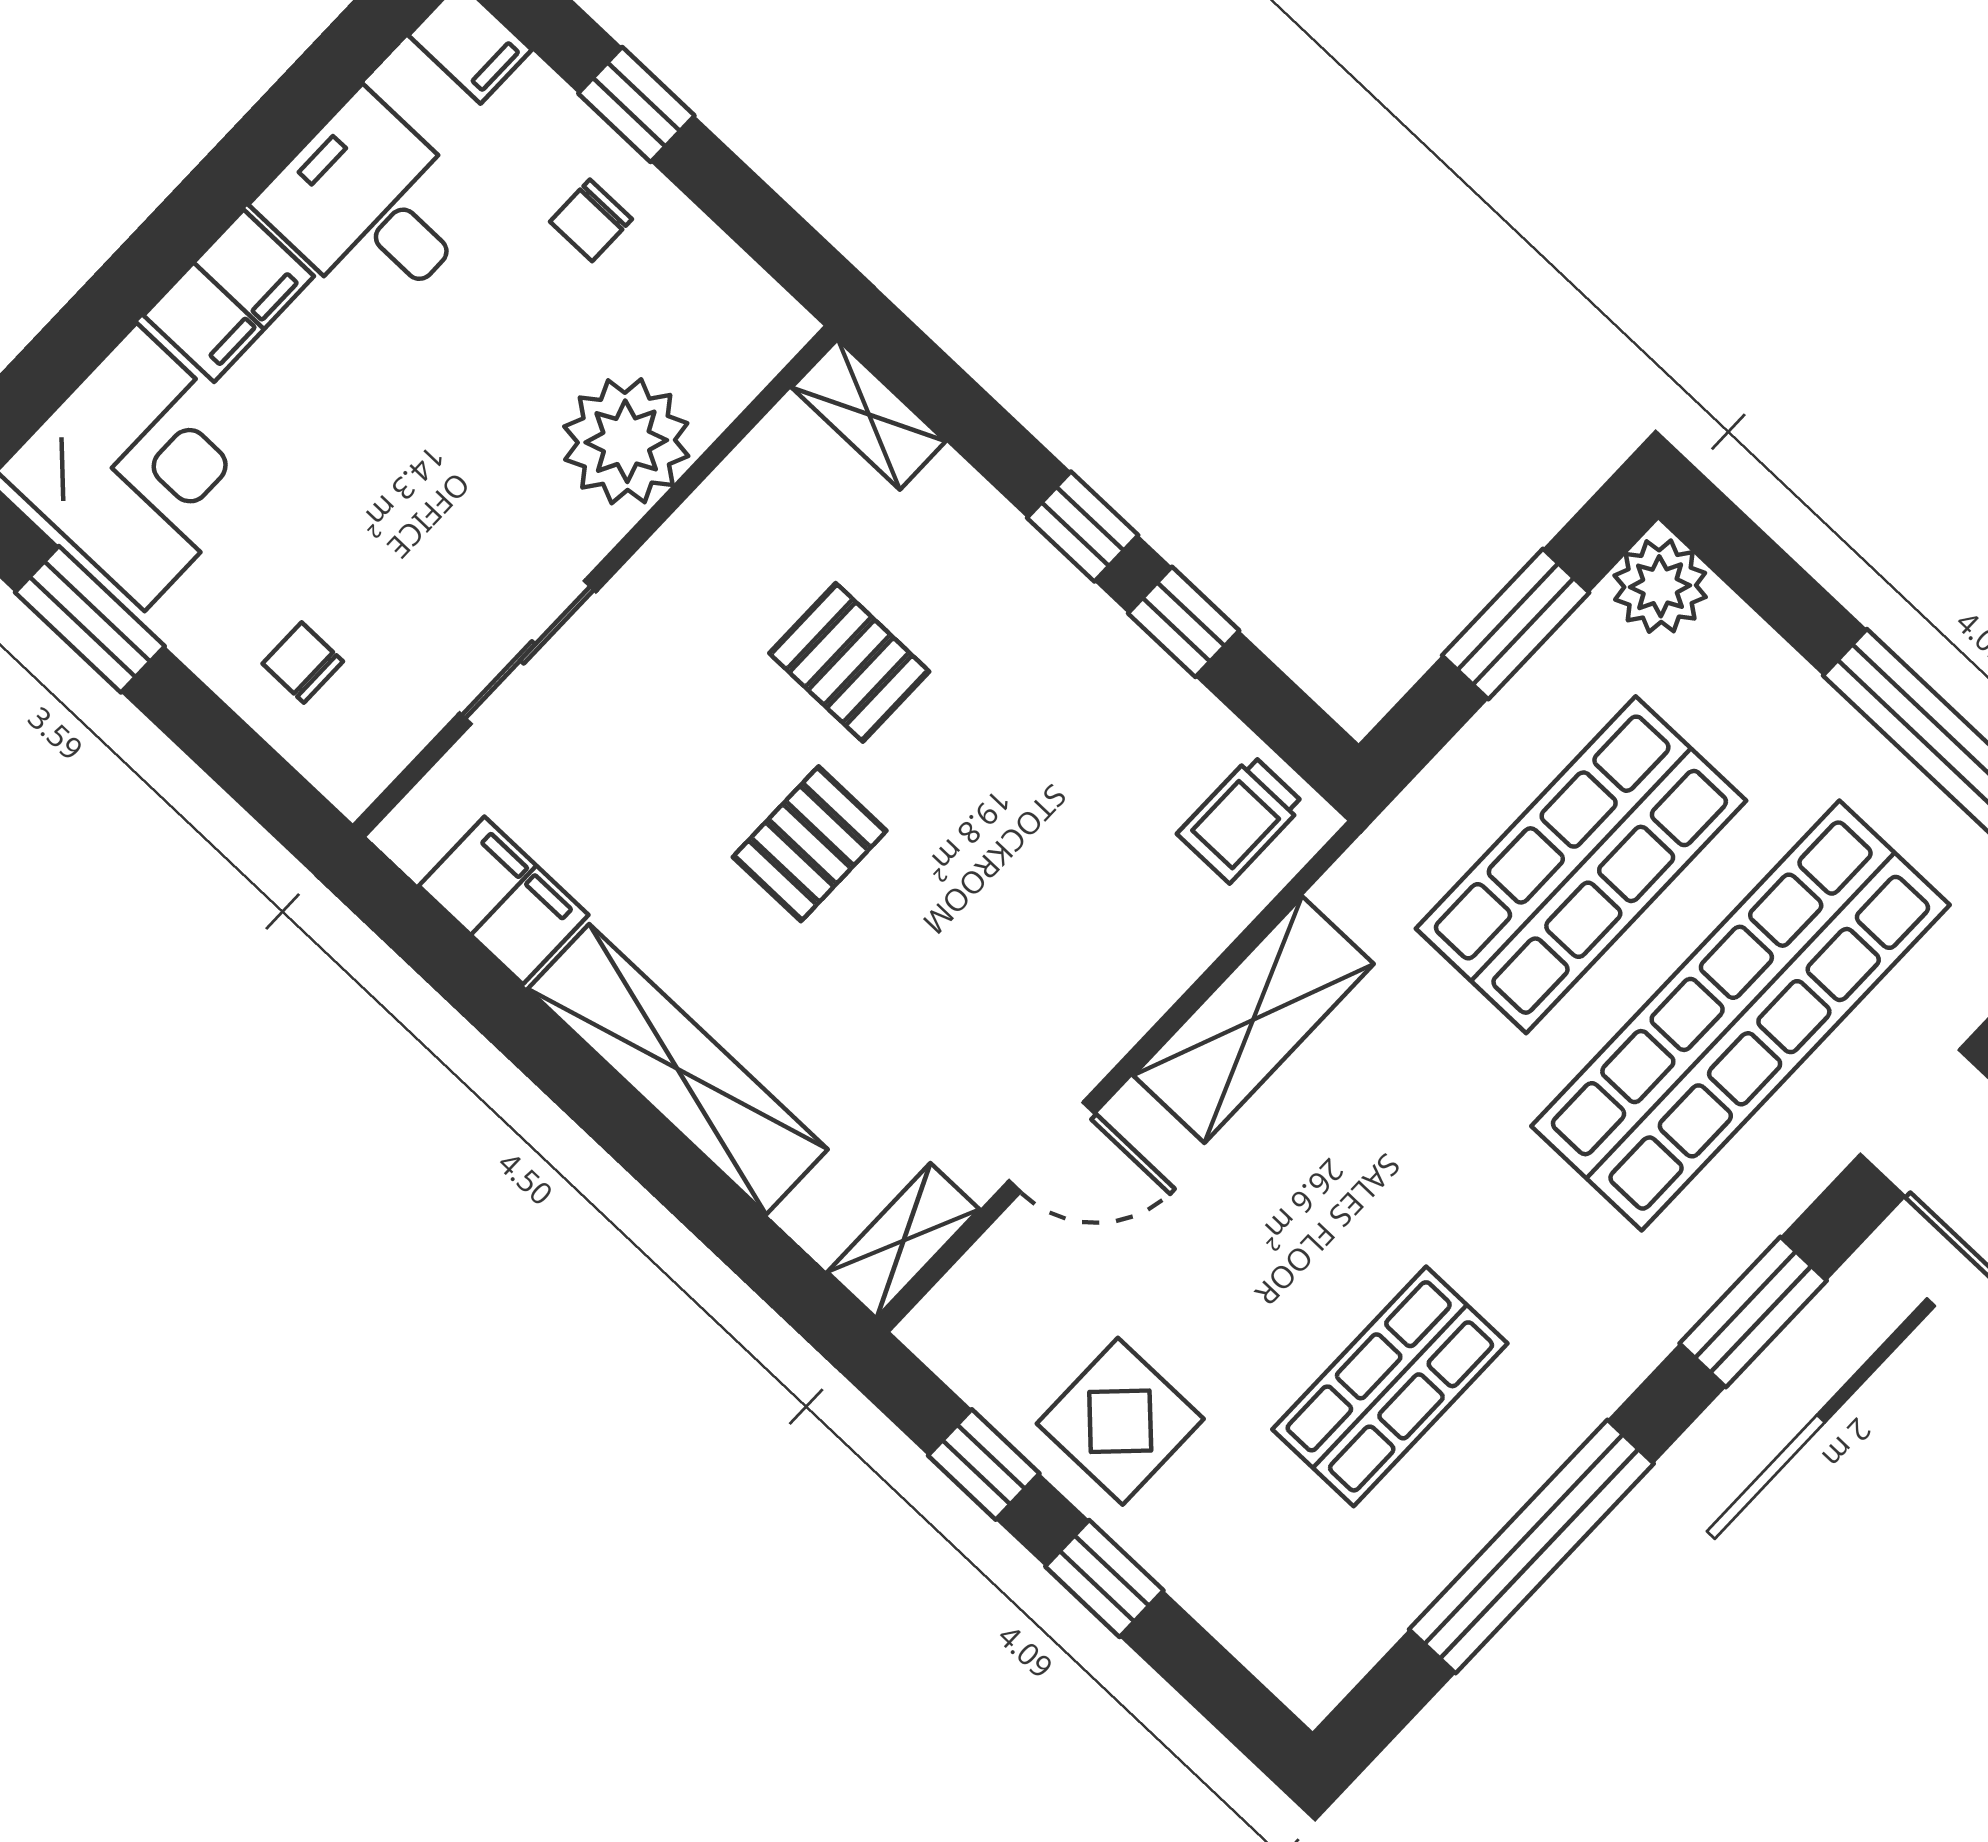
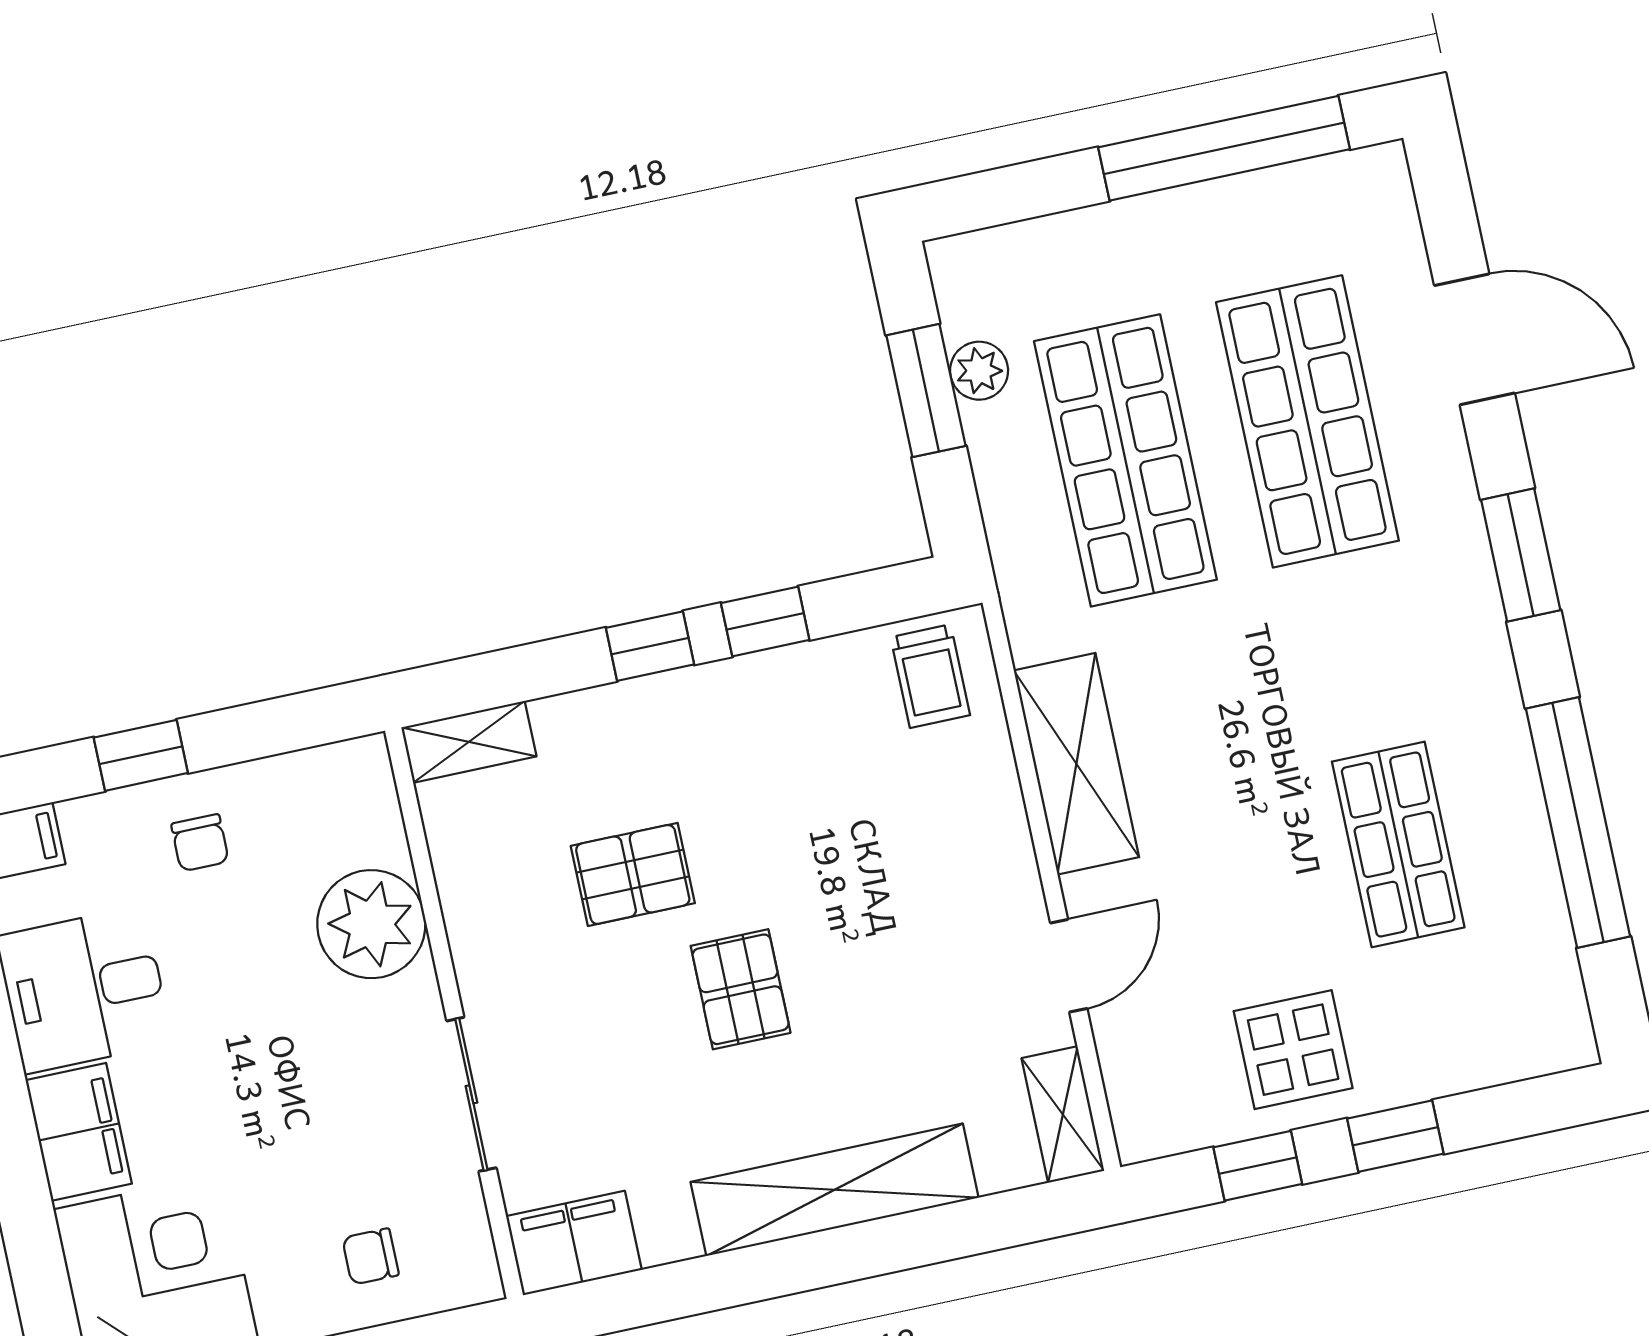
plant: (1660, 586) -> (979, 371), moved, width x0.73, depth x0.73
filing cabinet: (504, 900) -> (574, 1243), moved
shop shelf: (1741, 1016) -> (1307, 421), width x0.71

